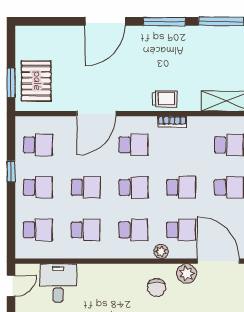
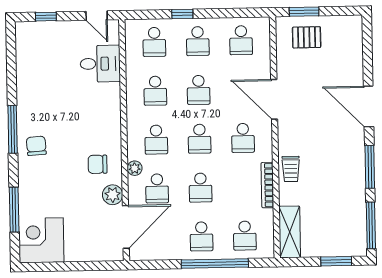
pallet: (36, 81) -> (307, 37), width x0.67, depth x0.71
bookcase: (172, 122) -> (267, 185), width x1.56
window: (11, 171) -> (182, 14), moved

